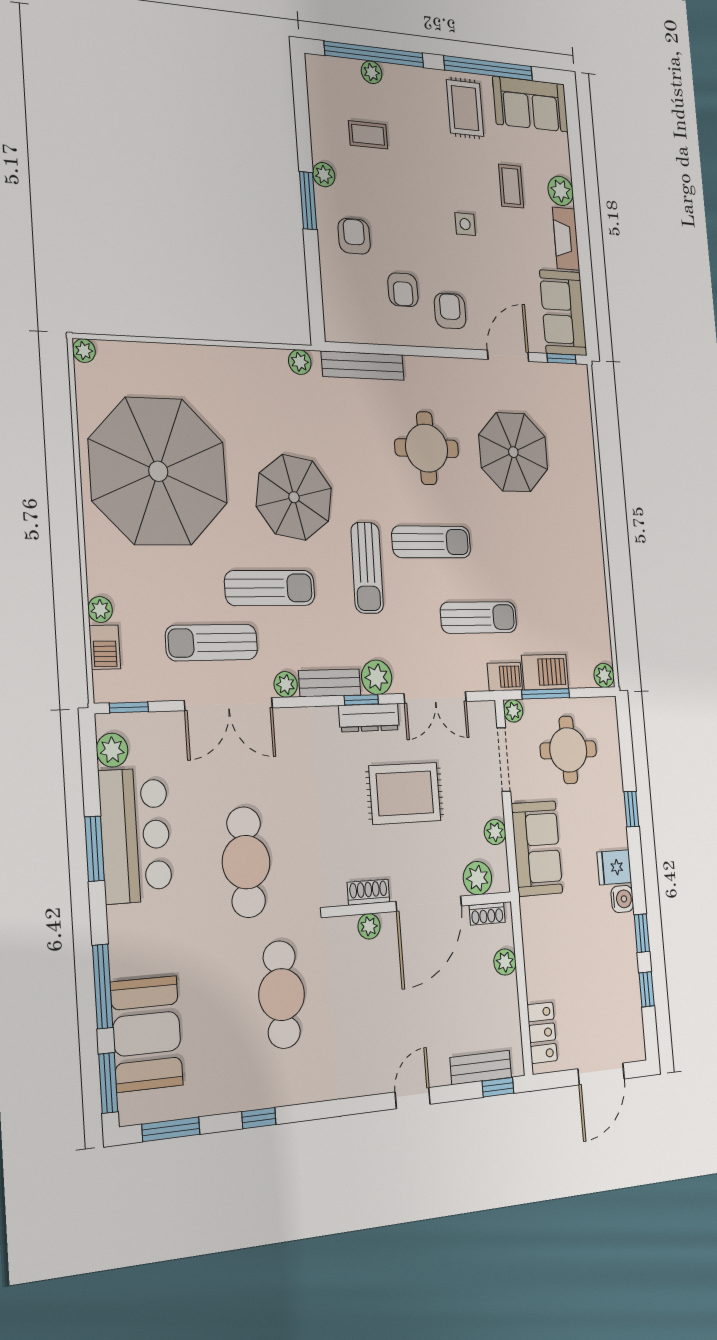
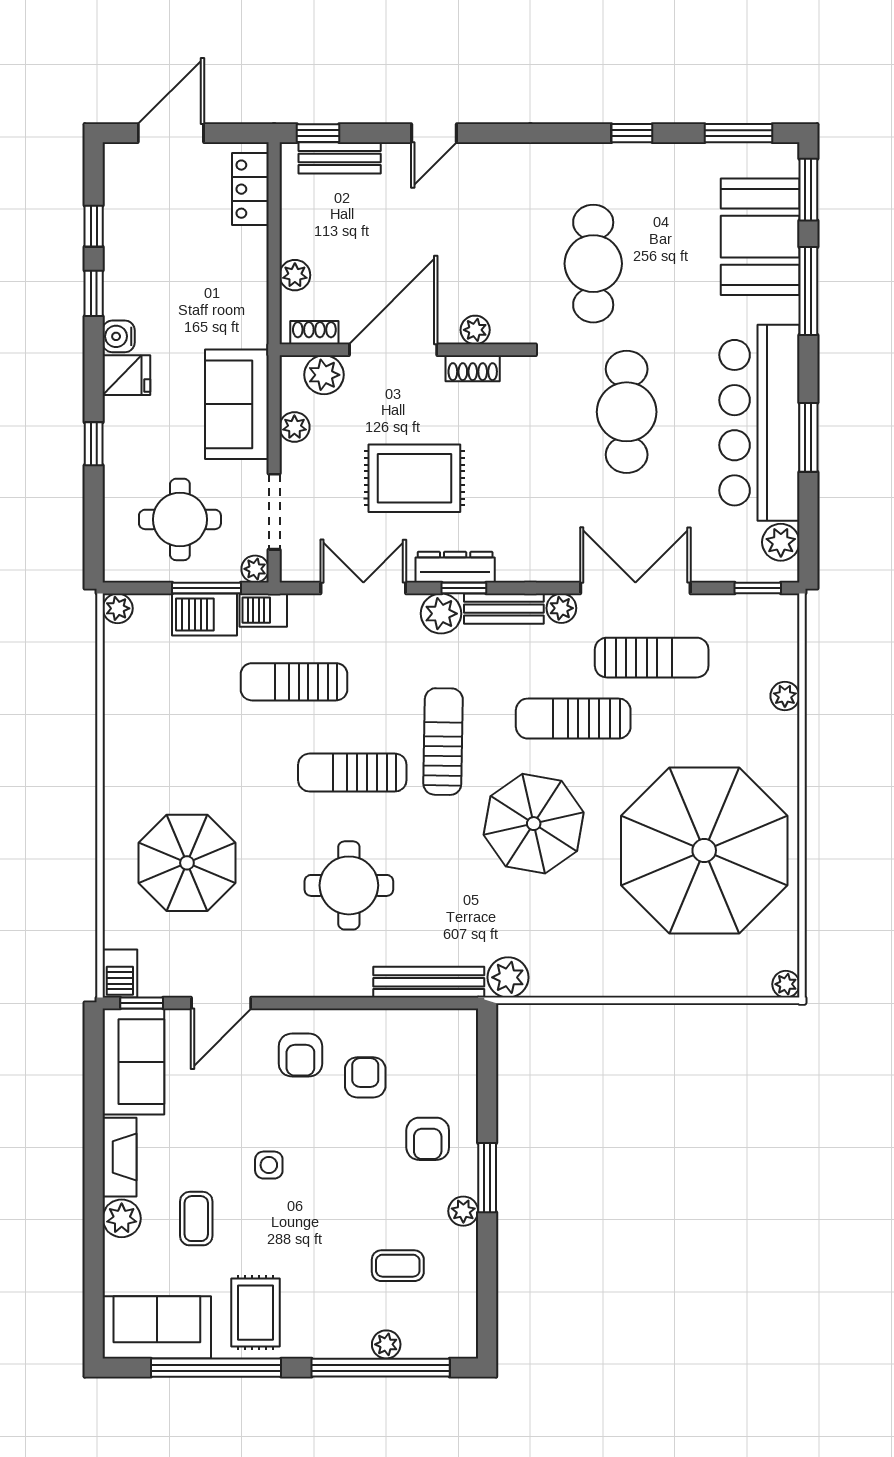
plant: (300, 362) -> (508, 977), width x1.38, depth x1.38
parasol: (513, 452) -> (187, 863), moved
barbecue: (105, 647) -> (120, 973), moved, turned 180
bar counter: (135, 835) -> (759, 423), width x1.36

